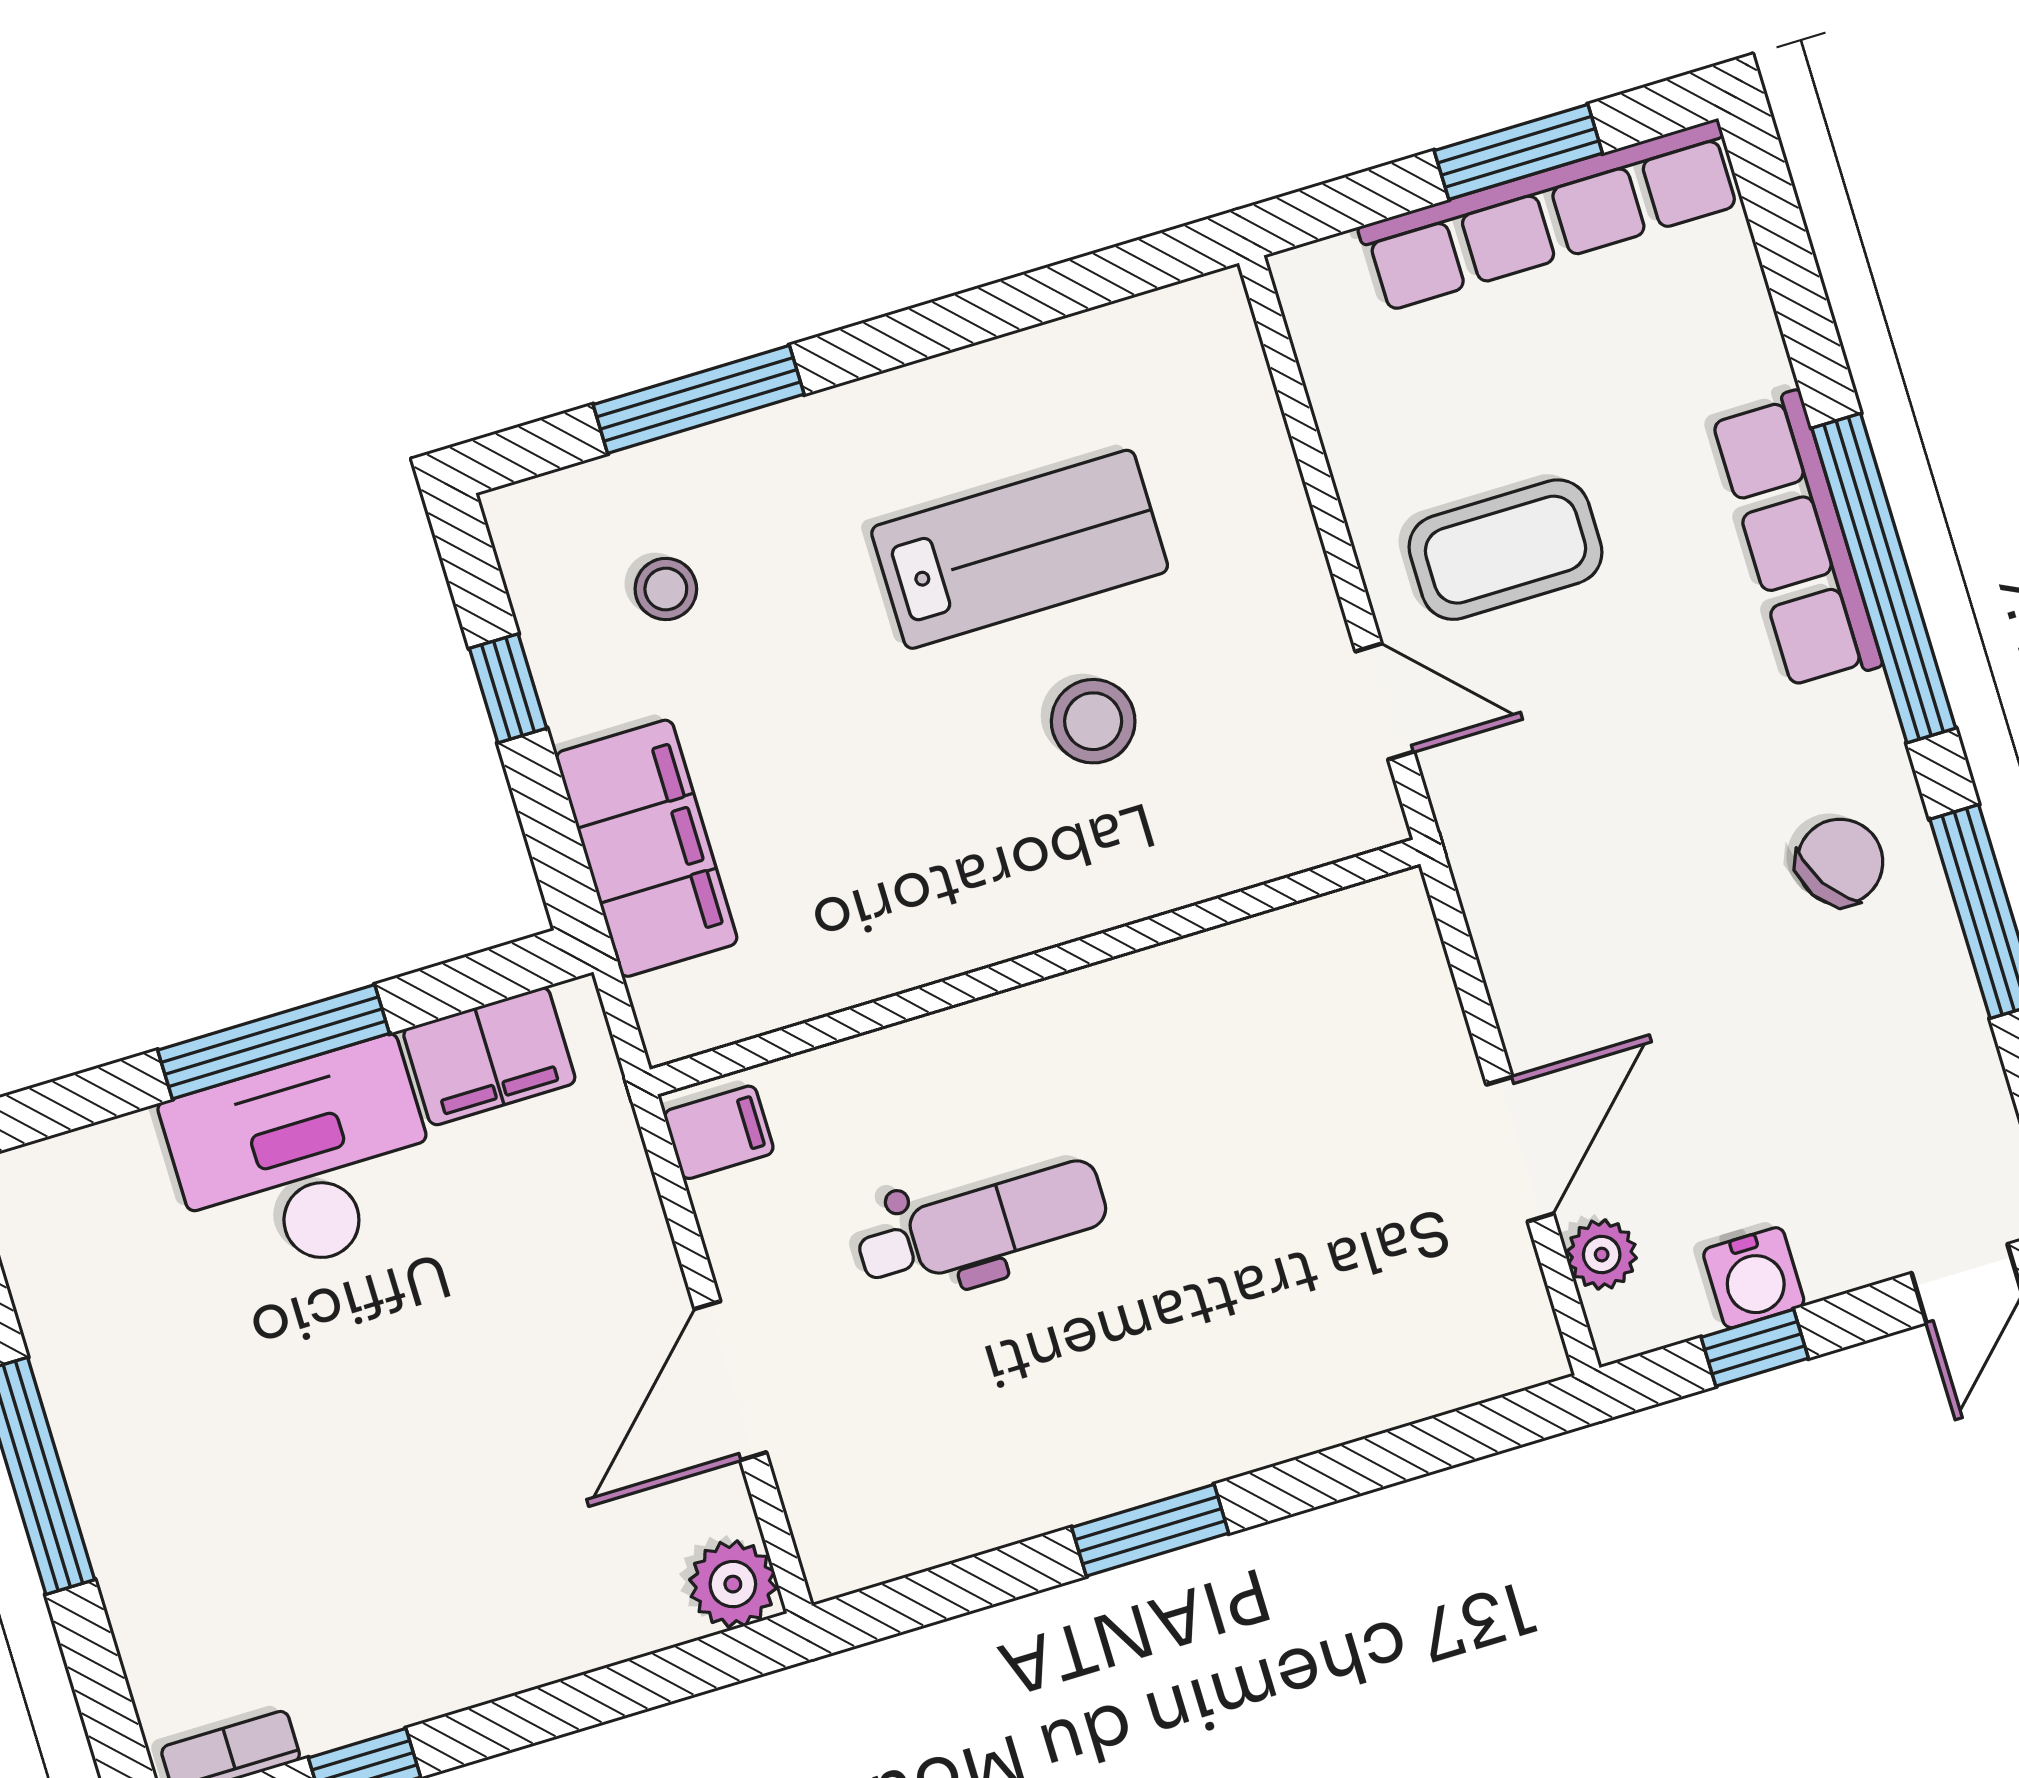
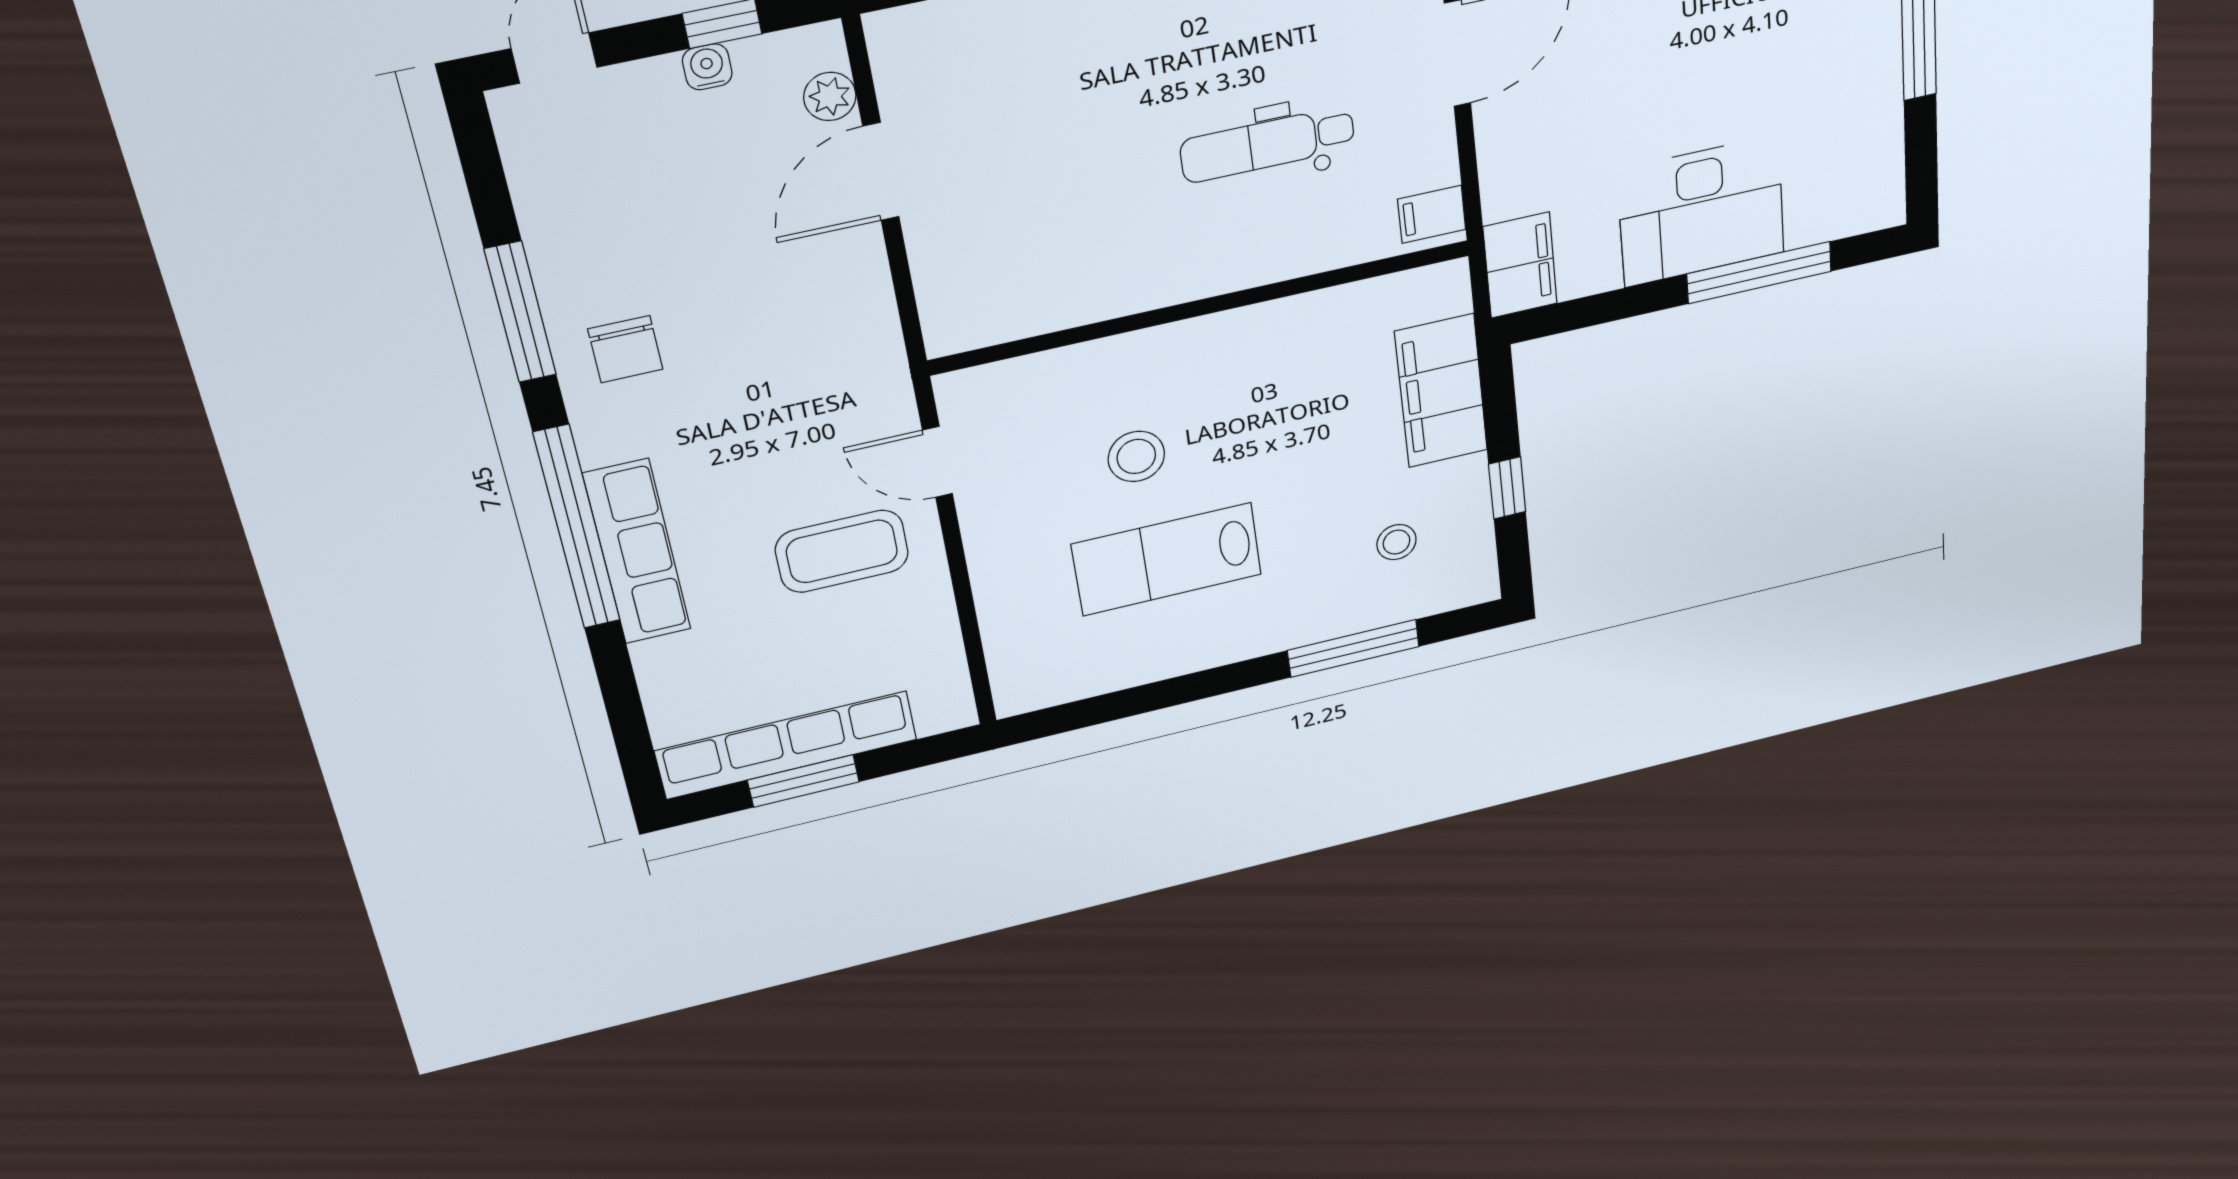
chair: (1840, 862) -> (625, 349), turned -57
window: (273, 1042) -> (1759, 273), moved
filing cabinet: (489, 1056) -> (1520, 265), moved, turned 90
water cooler: (1754, 1278) -> (707, 67), width x0.72, depth x0.72

